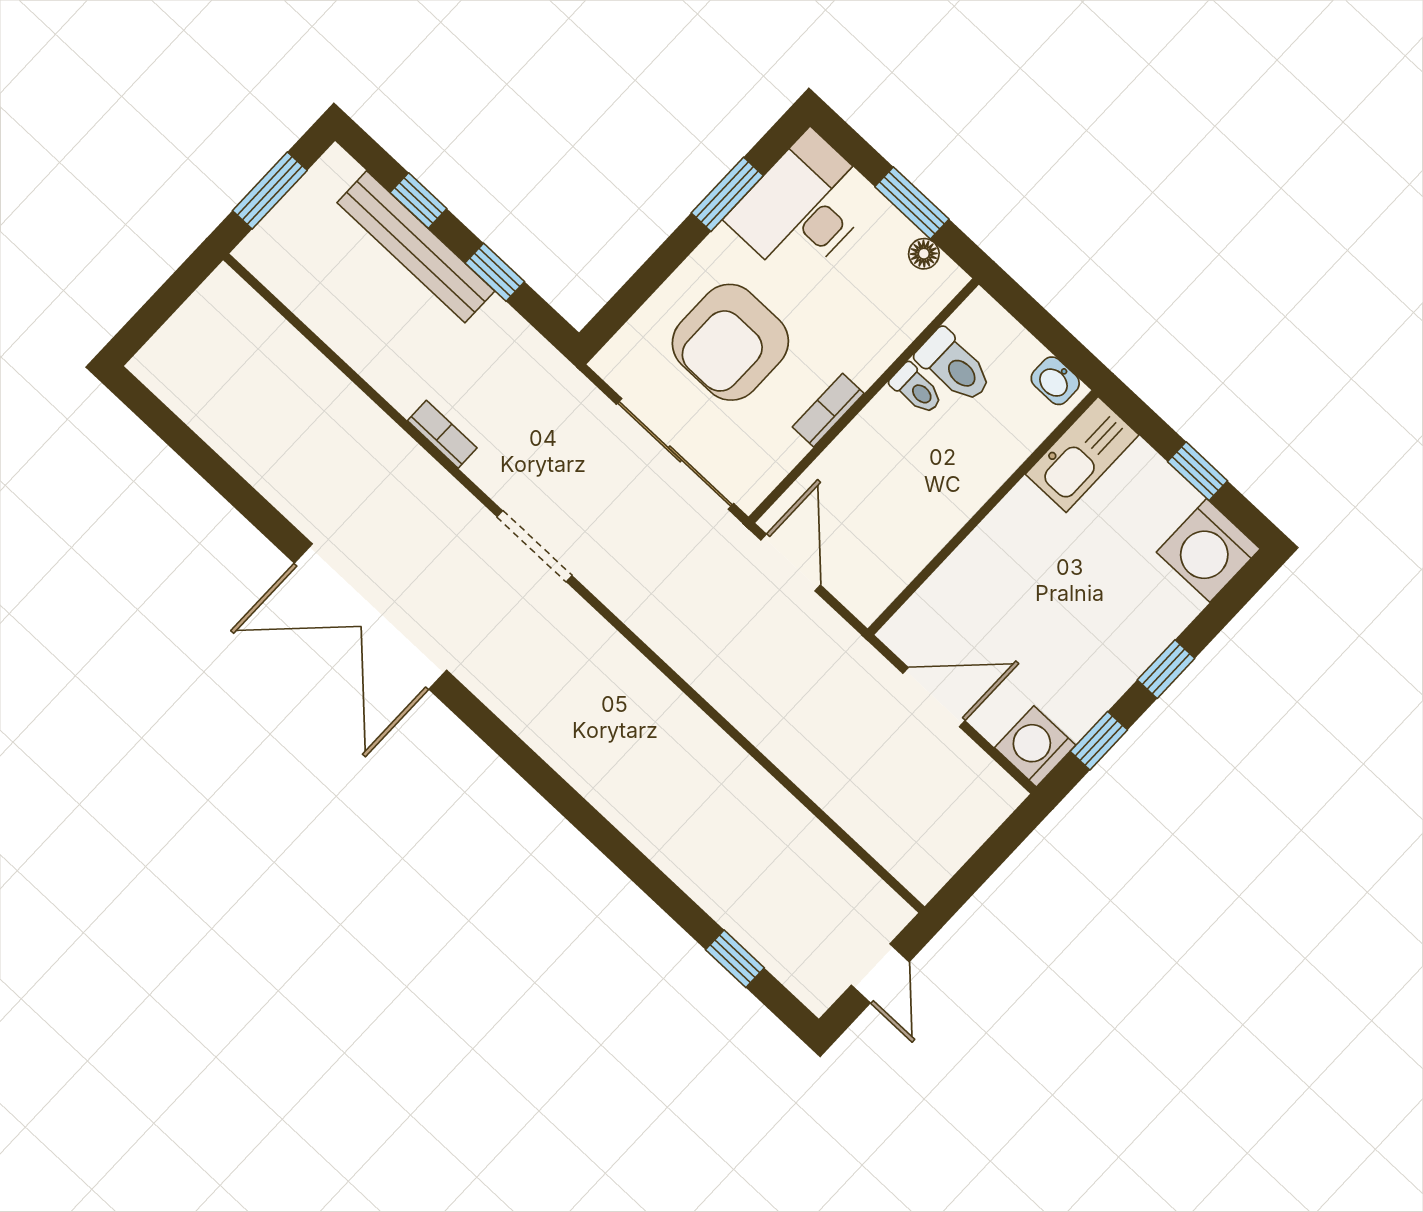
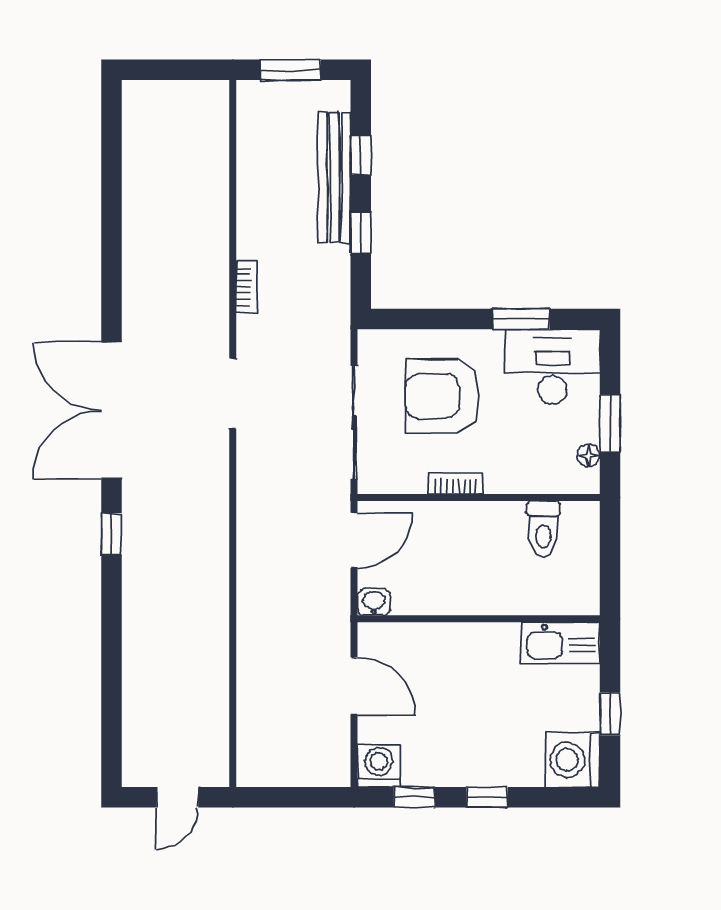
washbasin: (1055, 381) -> (374, 602), moved, turned 90
toilet: (916, 389) -> (512, 520), removed
double door: (371, 617) -> (112, 411), moved
window: (735, 959) -> (112, 534), moved

